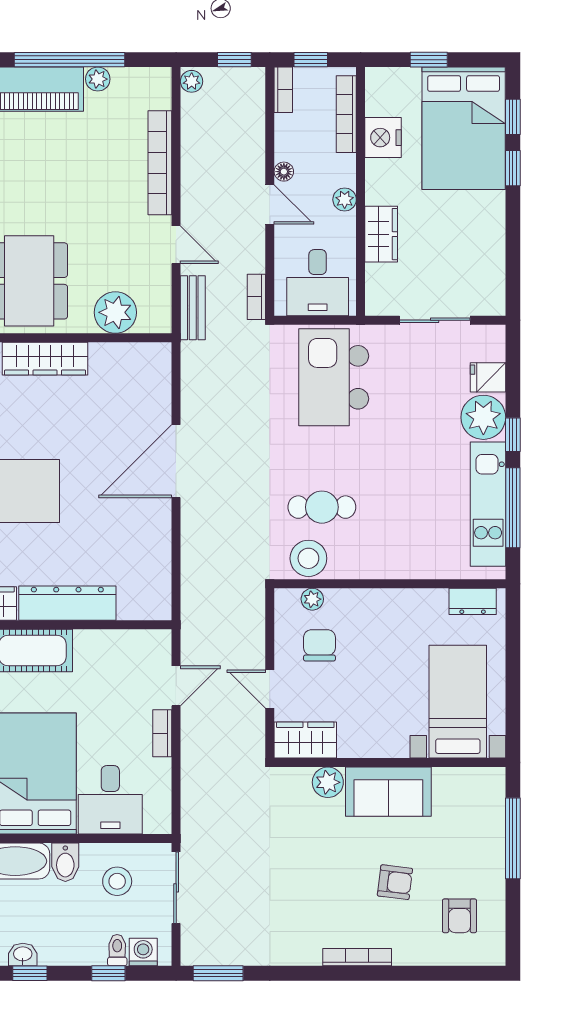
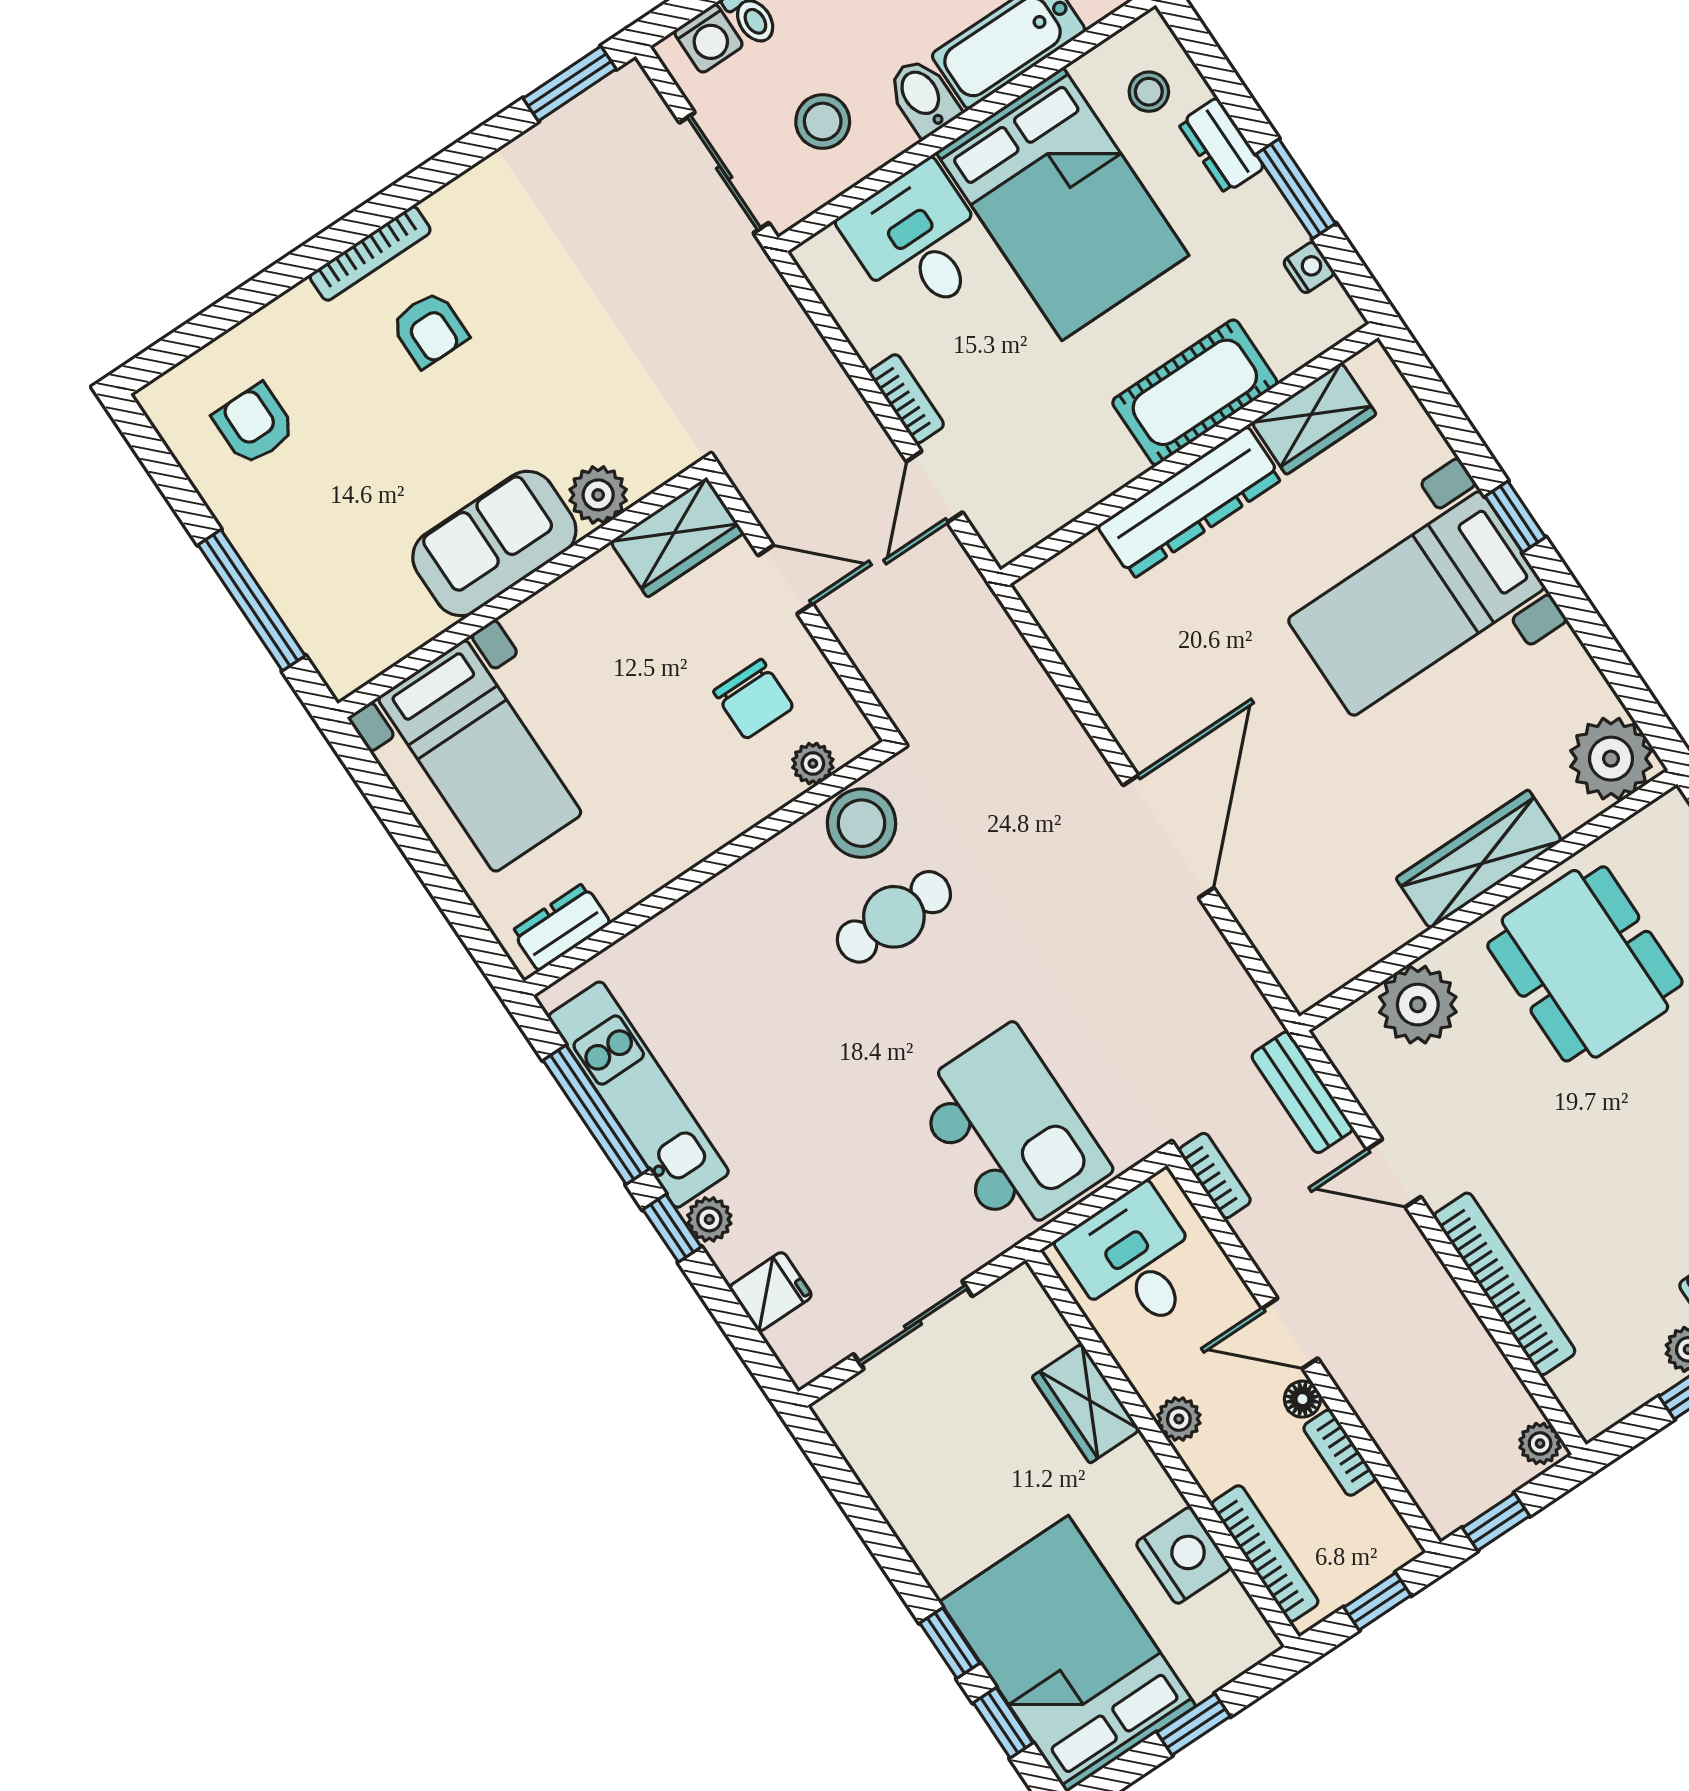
bookcase: (283, 90) -> (1339, 1453), moved
plant: (483, 417) -> (709, 1219), width x0.53, depth x0.53
armchair: (395, 882) -> (429, 329), moved, turned -97

